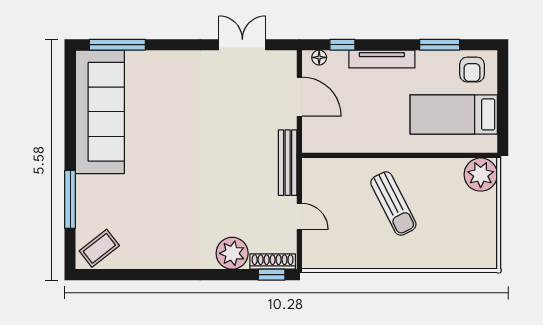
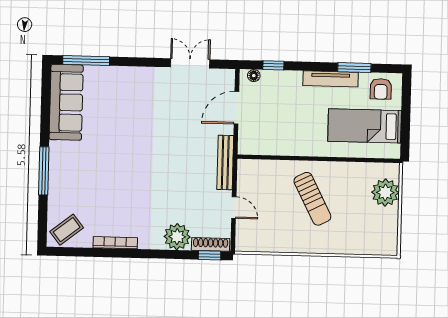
tv unit: (382, 59) -> (331, 79), moved
door: (299, 97) -> (236, 108), swing flipped
sofa: (100, 112) -> (66, 102), width x0.74, depth x0.79
plant: (481, 175) -> (385, 192), moved
window: (70, 199) -> (44, 171), moved
bookcase: (158, 262) -> (115, 243), added

